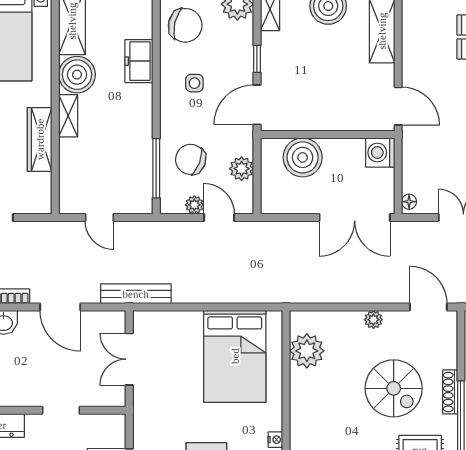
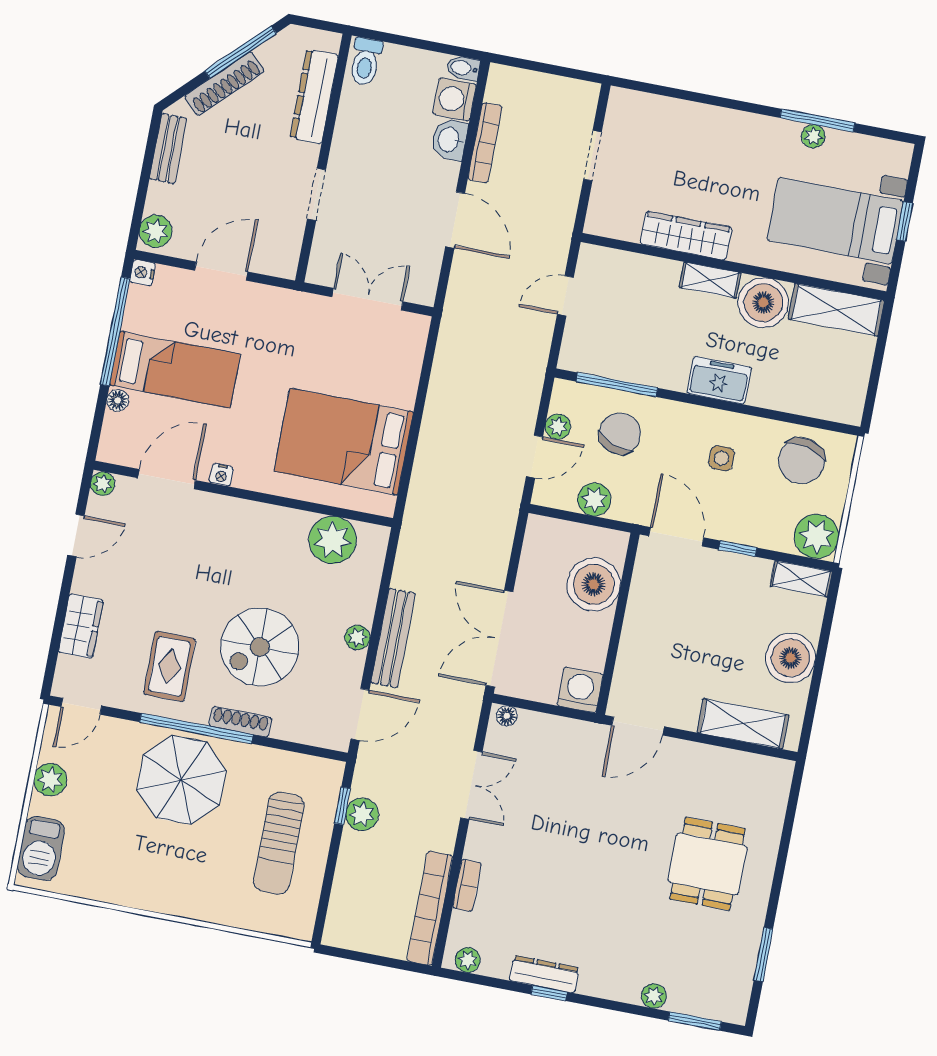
freezer: (139, 61) -> (719, 380), moved
bench: (136, 294) -> (393, 638), moved
door: (60, 307) -> (455, 220), swing flipped

